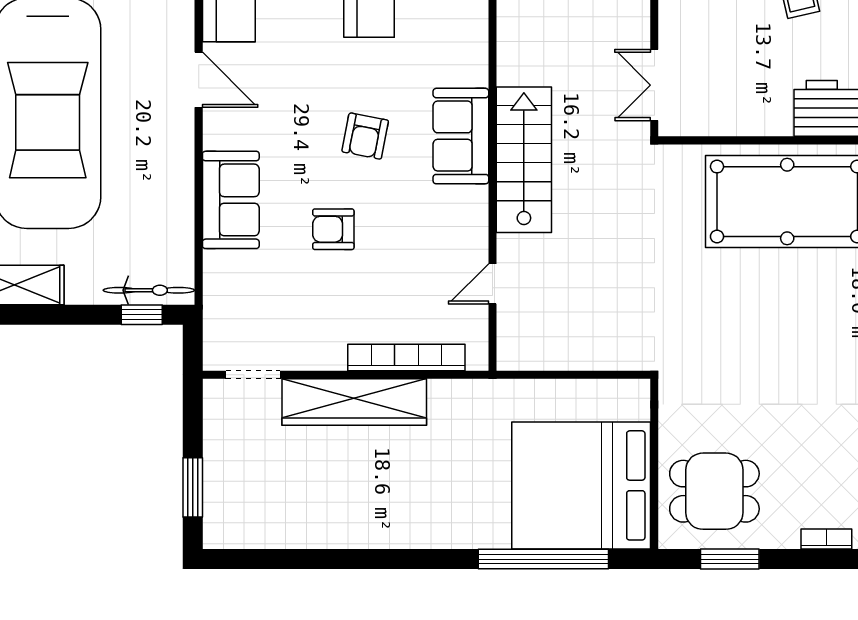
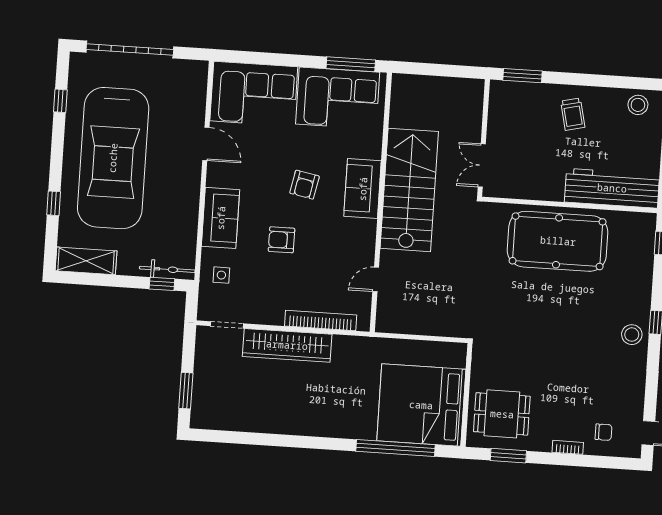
stairs: (524, 160) -> (409, 190), width x1.36, depth x1.51
side table: (238, 294) -> (221, 275), added

